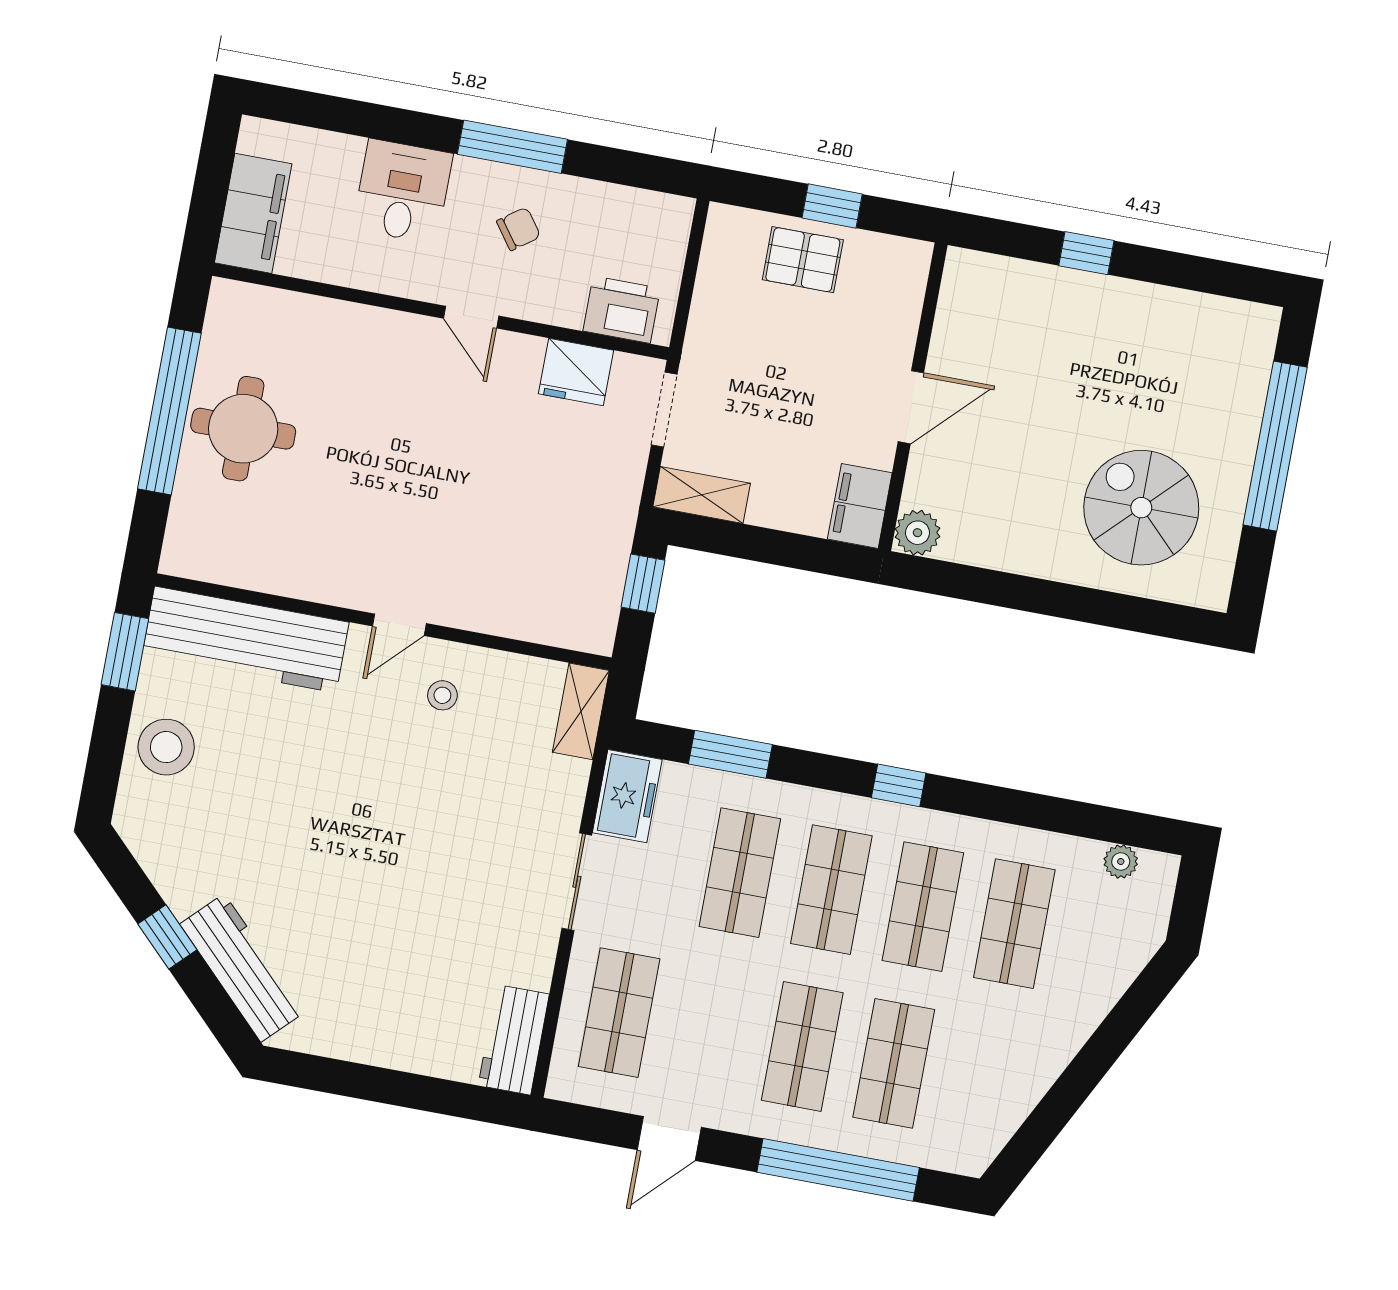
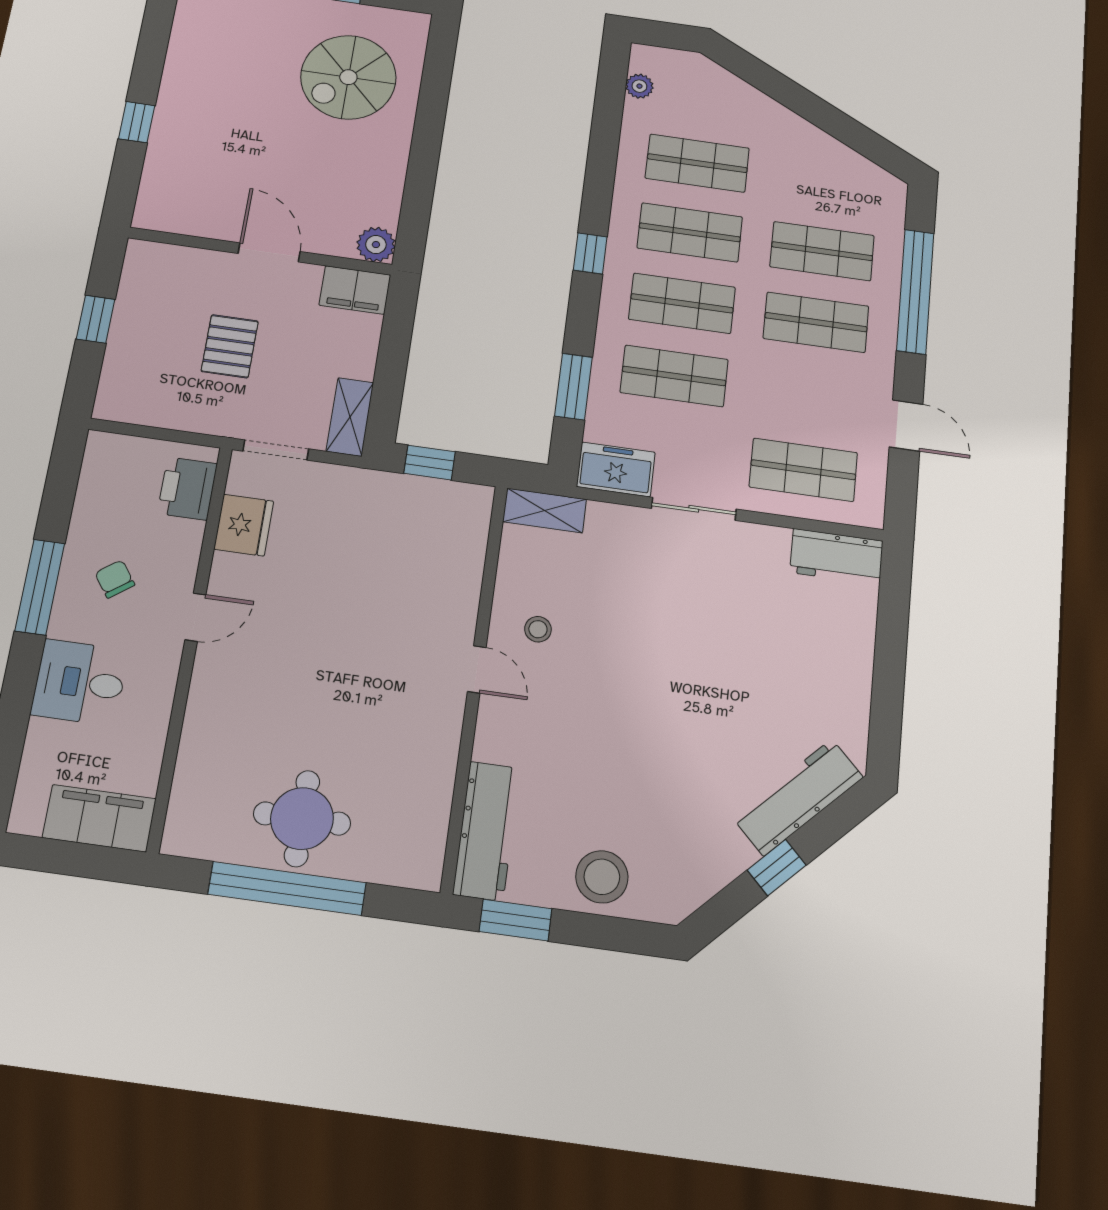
pallet: (803, 260) -> (230, 346), moved
workbench: (245, 639) -> (487, 831), width x0.73, depth x0.76

